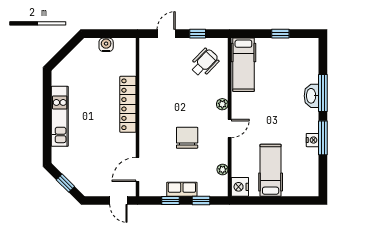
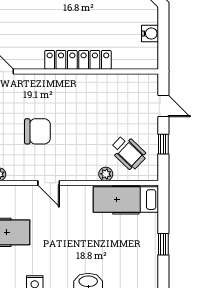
plant: (222, 104) -> (106, 174), moved

